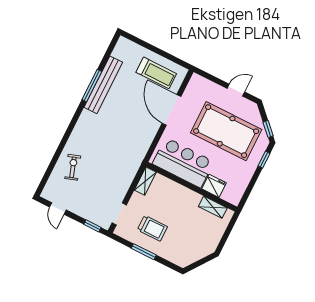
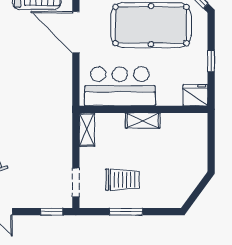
window: (264, 160) -> (211, 61), moved
fridge: (214, 186) -> (195, 95), moved
shelving: (213, 207) -> (143, 120), moved

